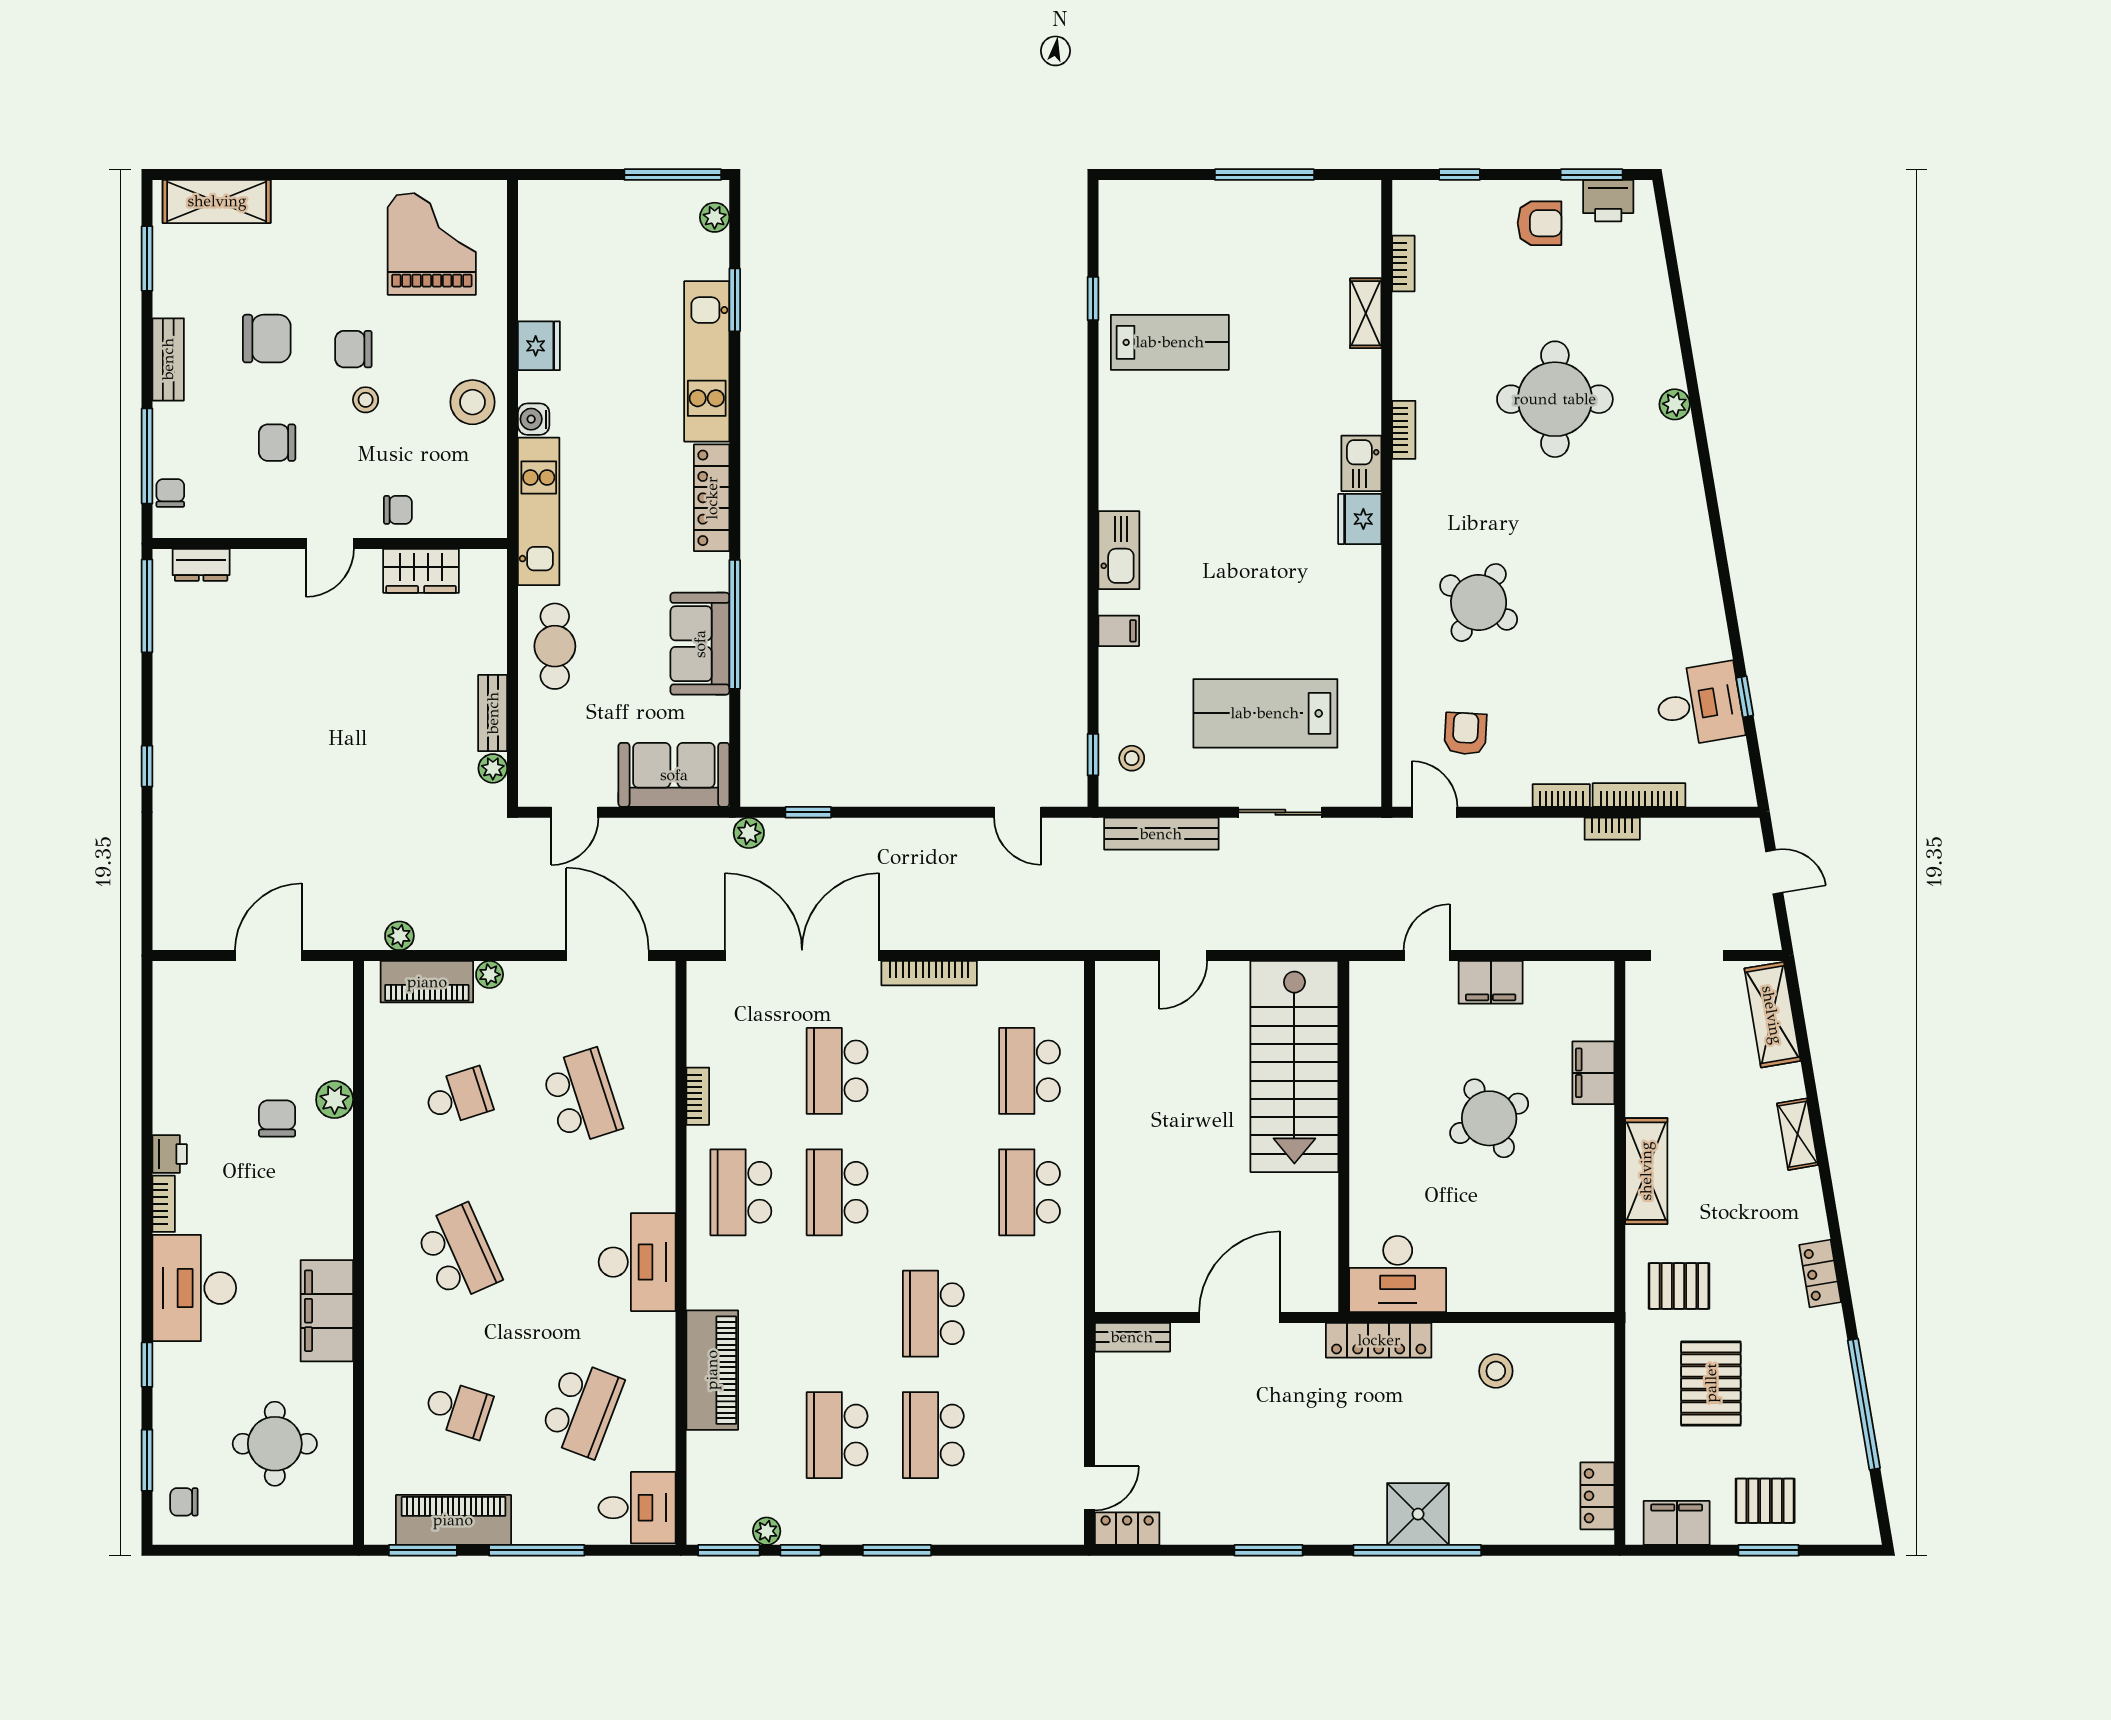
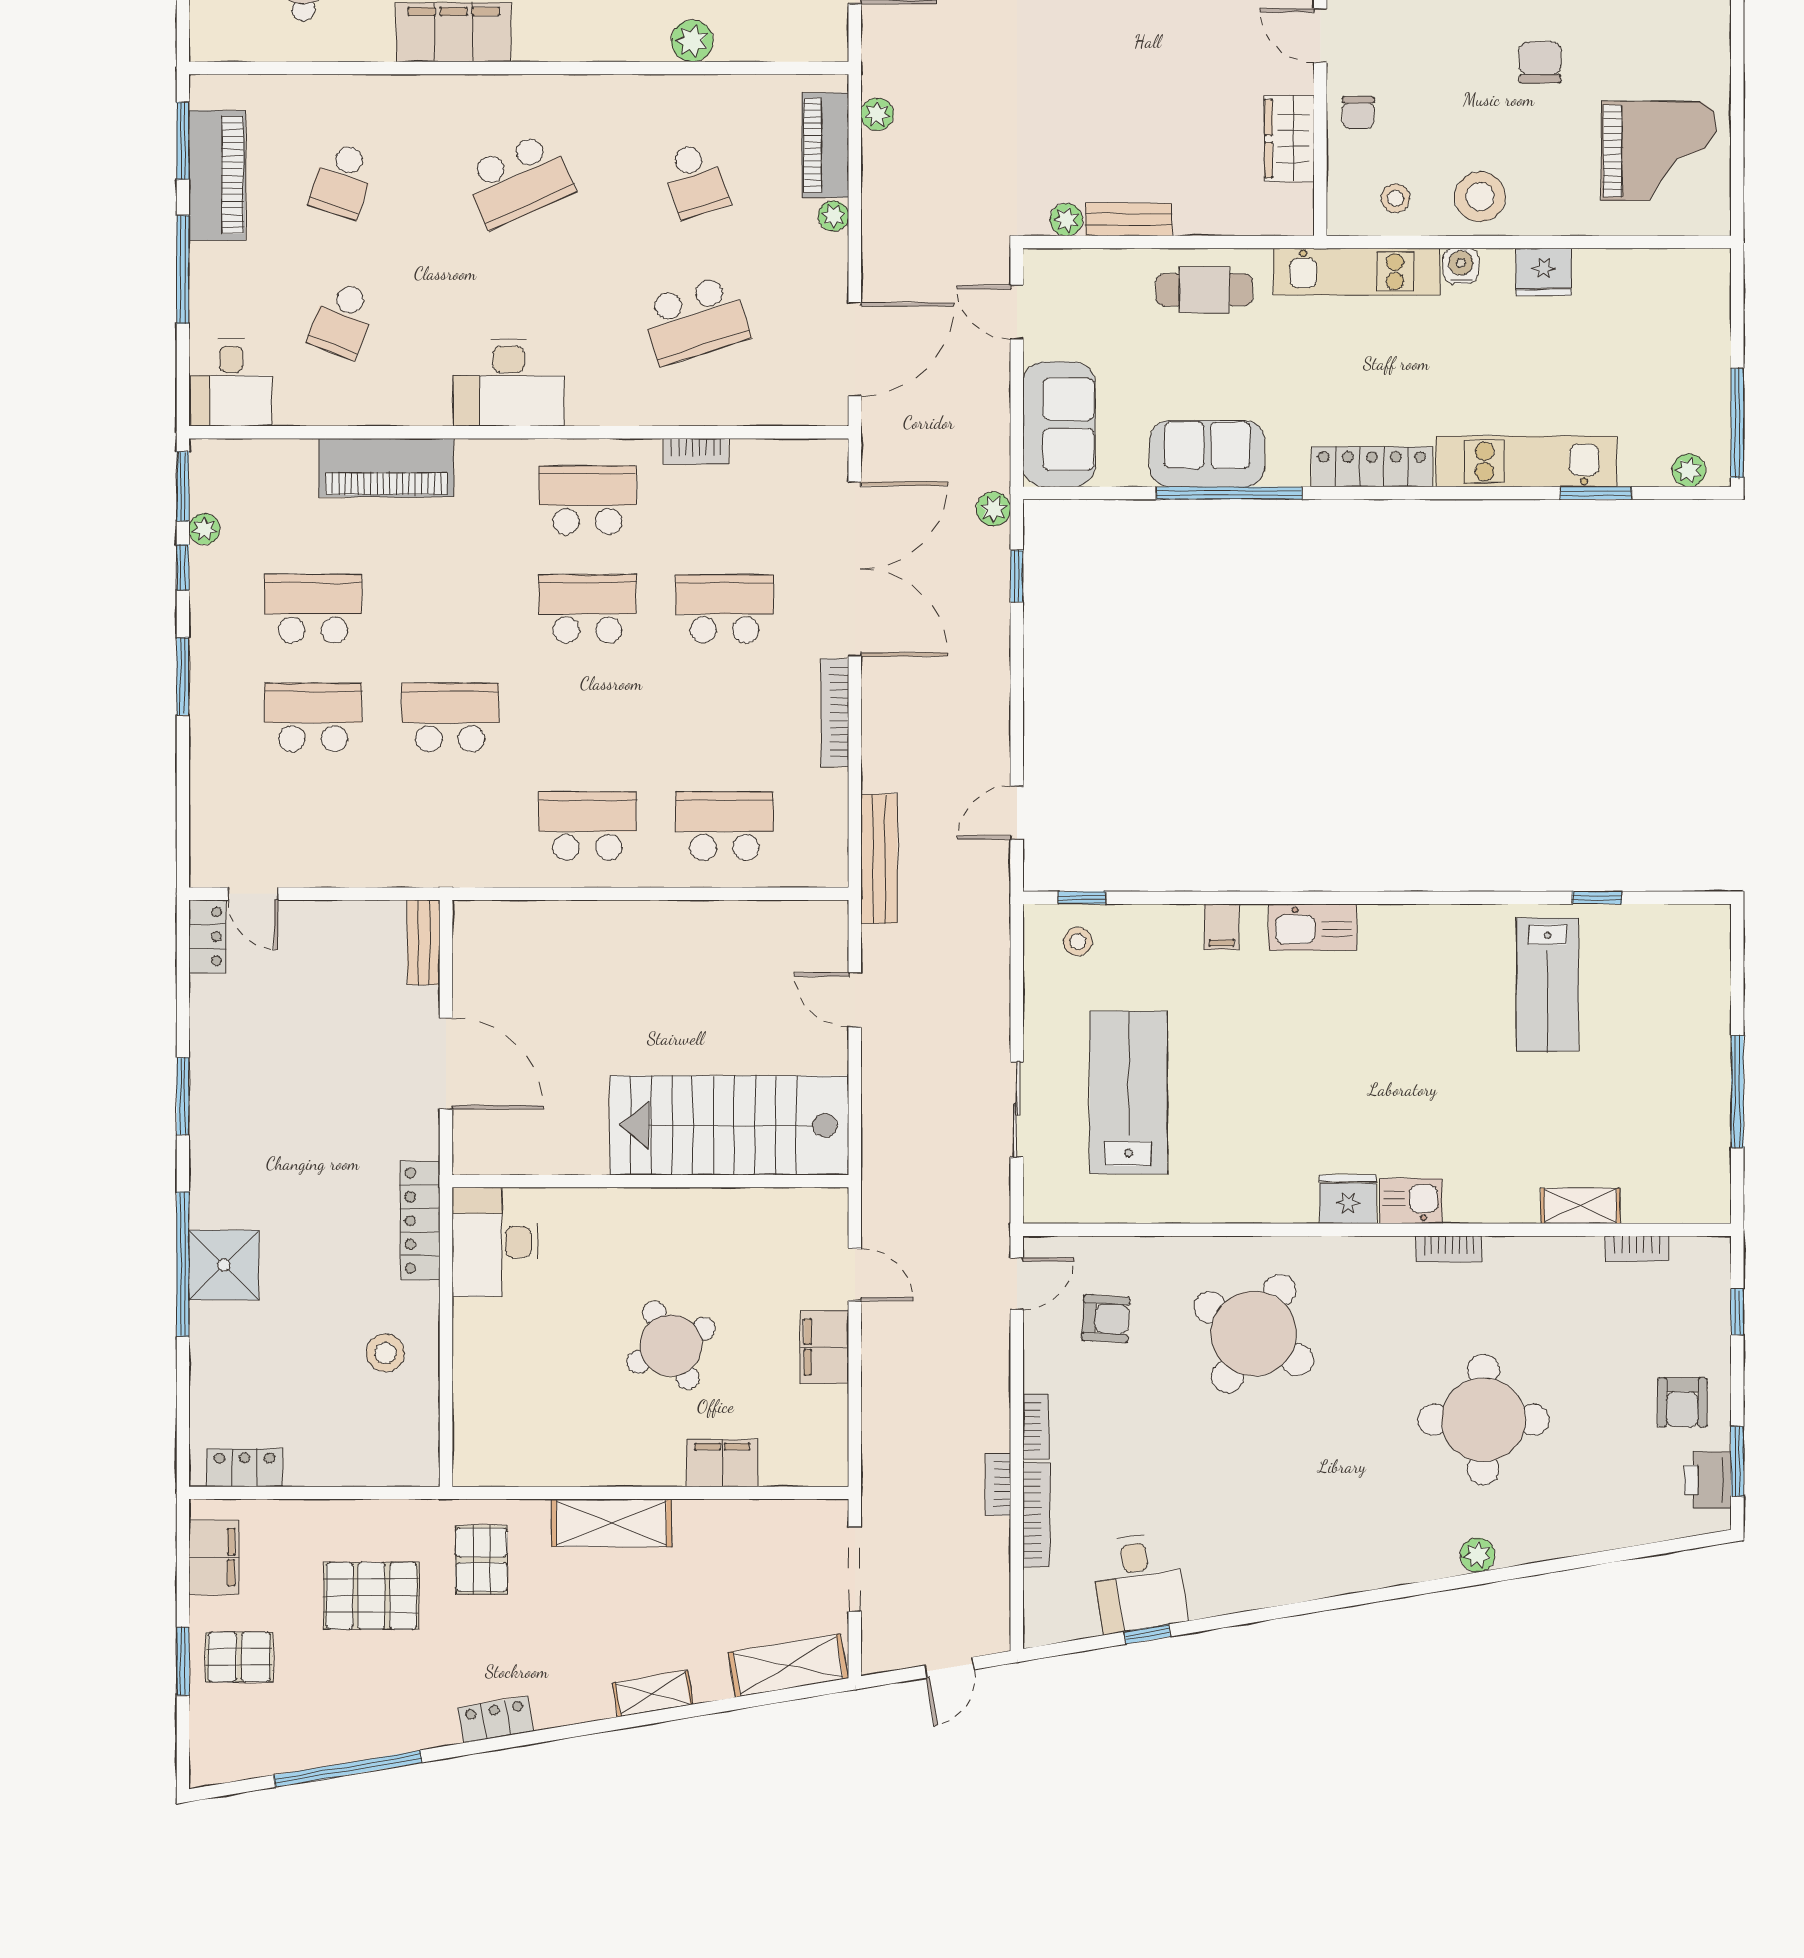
stool: (366, 400) -> (1395, 198), moved
round table: (1479, 603) -> (1254, 1333), width x1.36, depth x1.36
bench: (1161, 834) -> (879, 859), moved
school desk: (581, 1409) -> (342, 320), width x0.54
pallet: (1765, 1501) -> (239, 1657), turned 90

